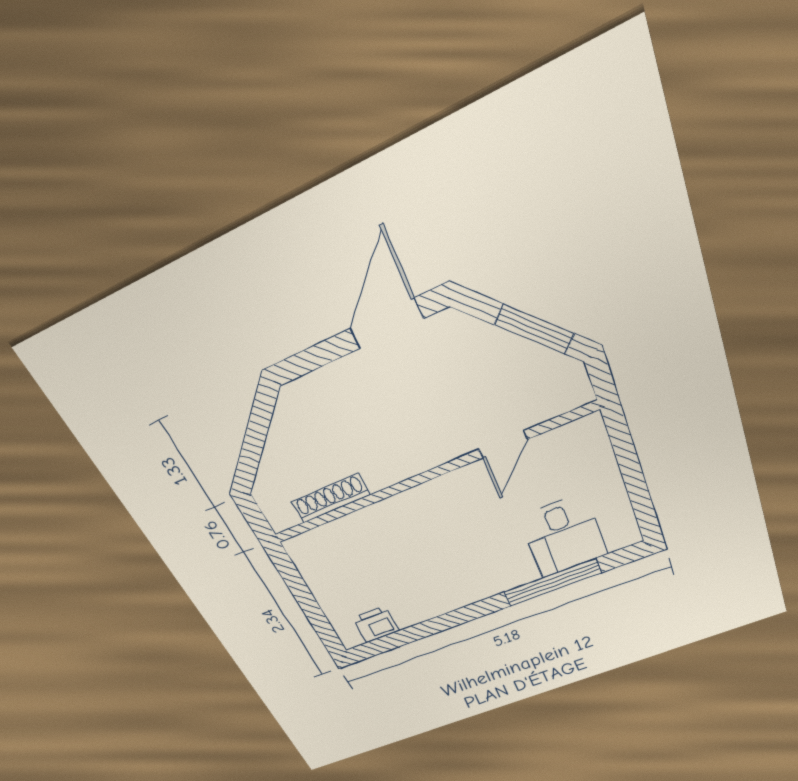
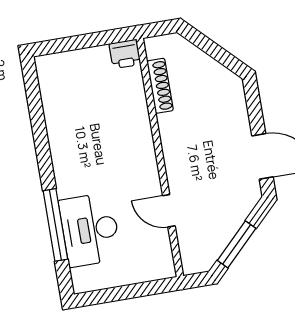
desk: (563, 536) -> (90, 230), width x1.37
printer: (376, 624) -> (125, 54), moved, turned 90

